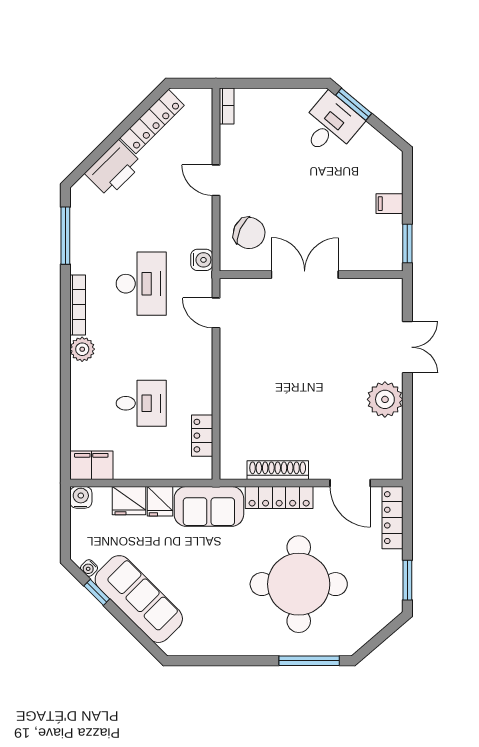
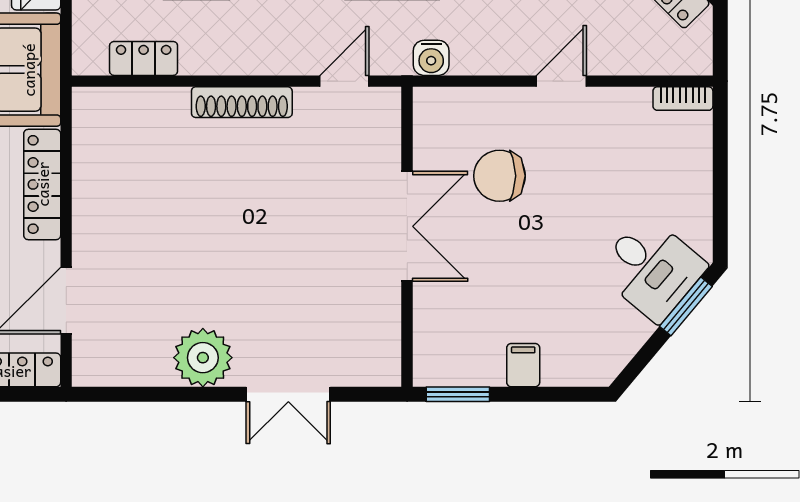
chair: (249, 233) -> (499, 176), moved, turned 65
shoe rack: (278, 470) -> (242, 102), moved, turned 90

